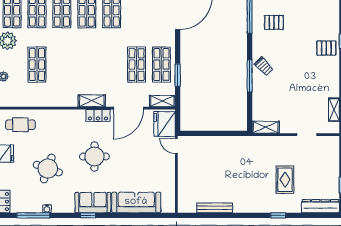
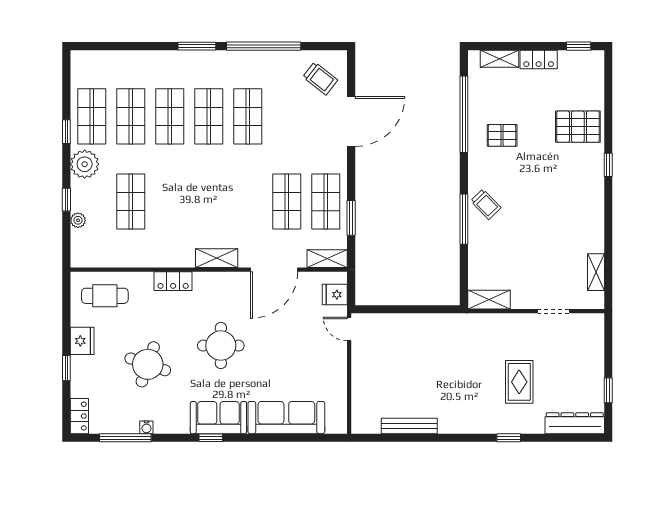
pallet: (326, 48) -> (578, 127), moved, width x1.50, depth x1.42
locker: (98, 115) -> (173, 281), moved
fridge: (165, 124) -> (335, 295), width x0.53, depth x0.75

